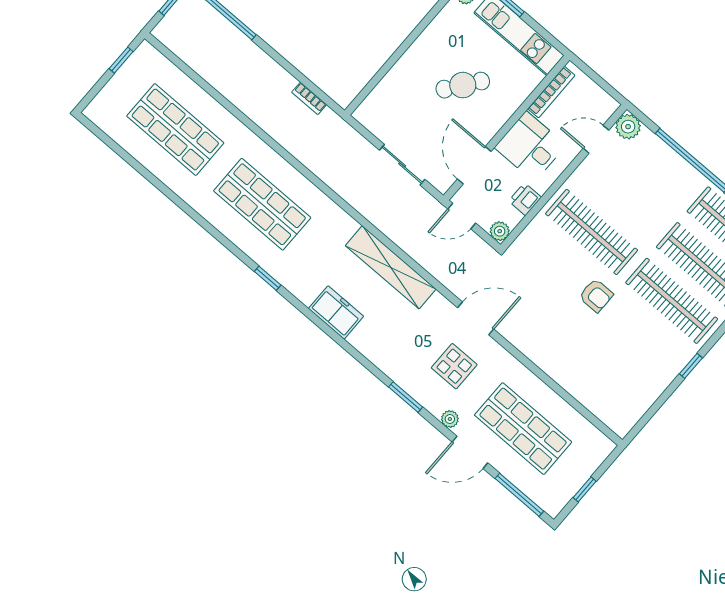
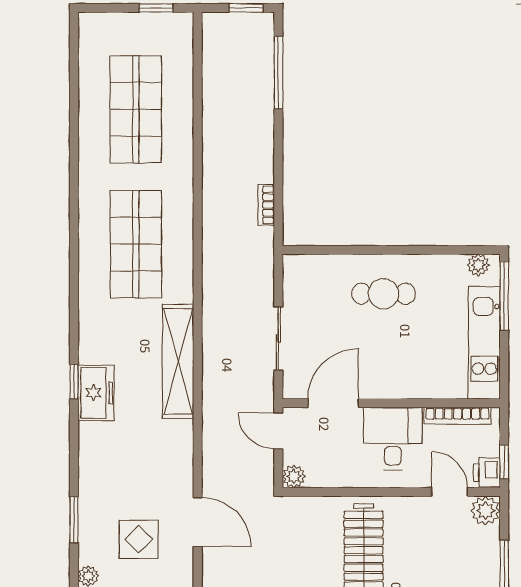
cafe table: (463, 85) -> (383, 294), moved, turned -37
window: (607, 88) -> (504, 462), added
printer: (525, 199) -> (487, 472), moved, turned -90
shelving: (391, 267) -> (178, 361), moved
window: (268, 278) -> (74, 382), moved

